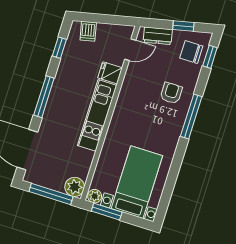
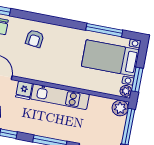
armchair: (171, 93) -> (35, 39), turned -83
window: (191, 117) -> (104, 30), moved

